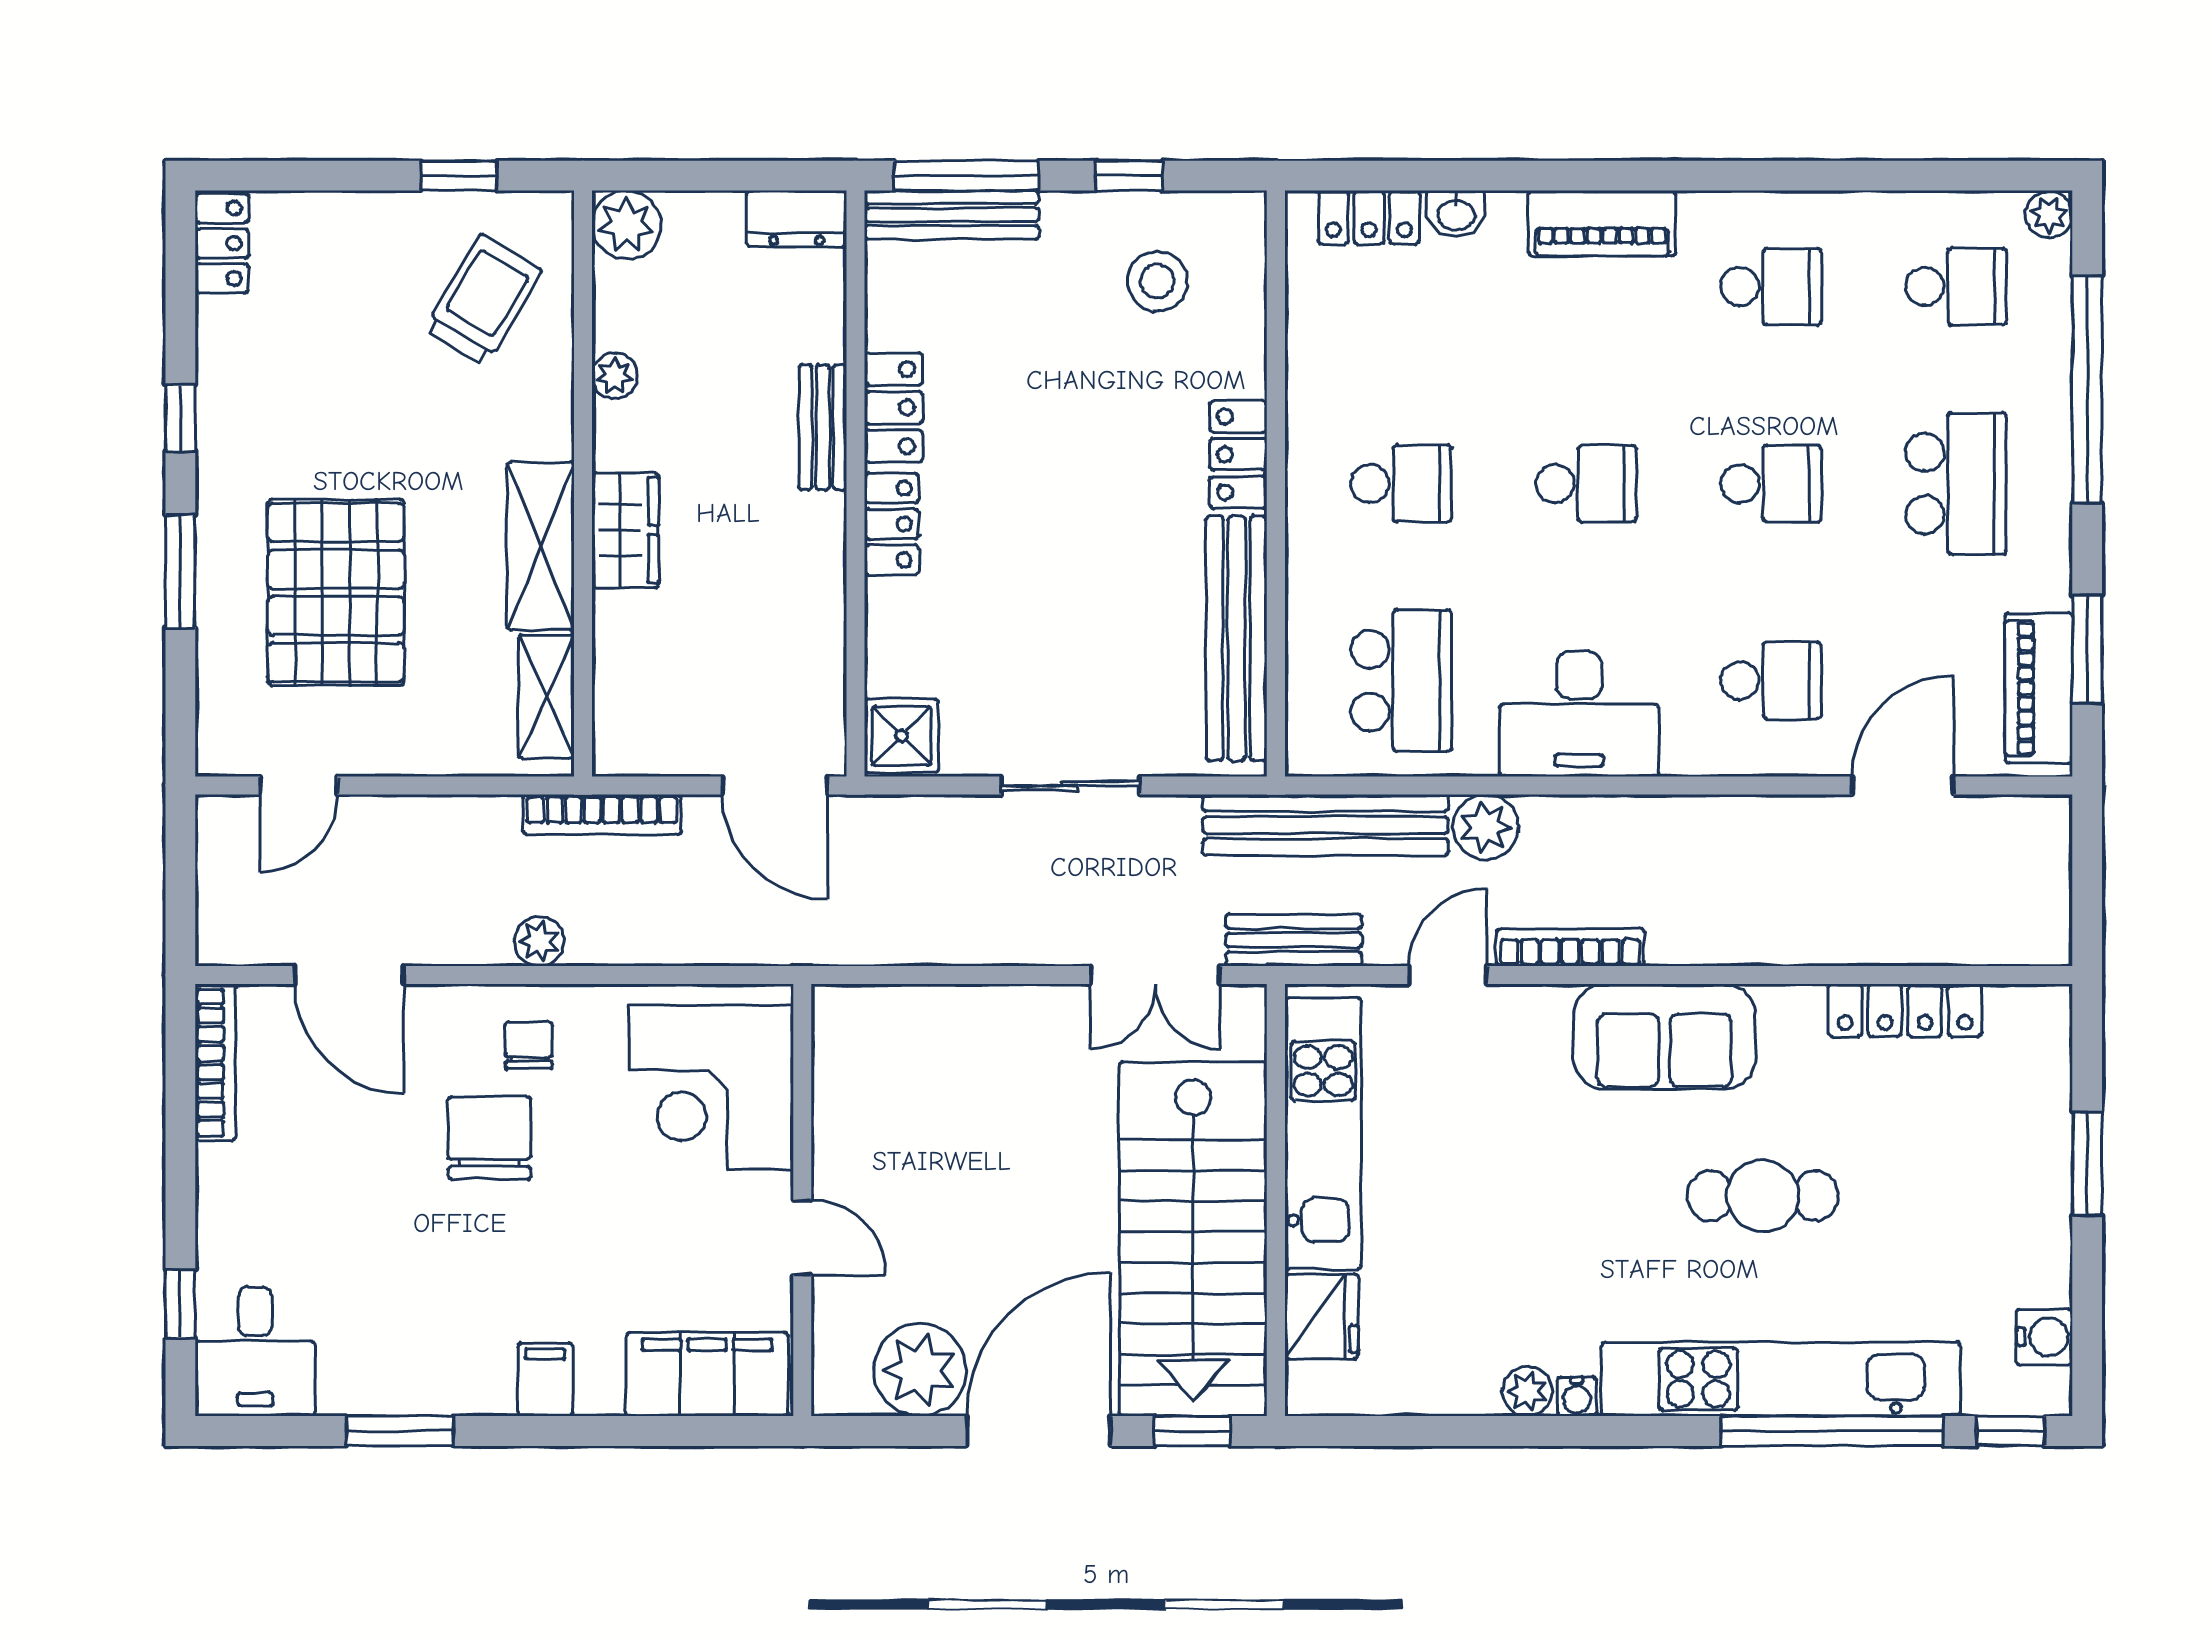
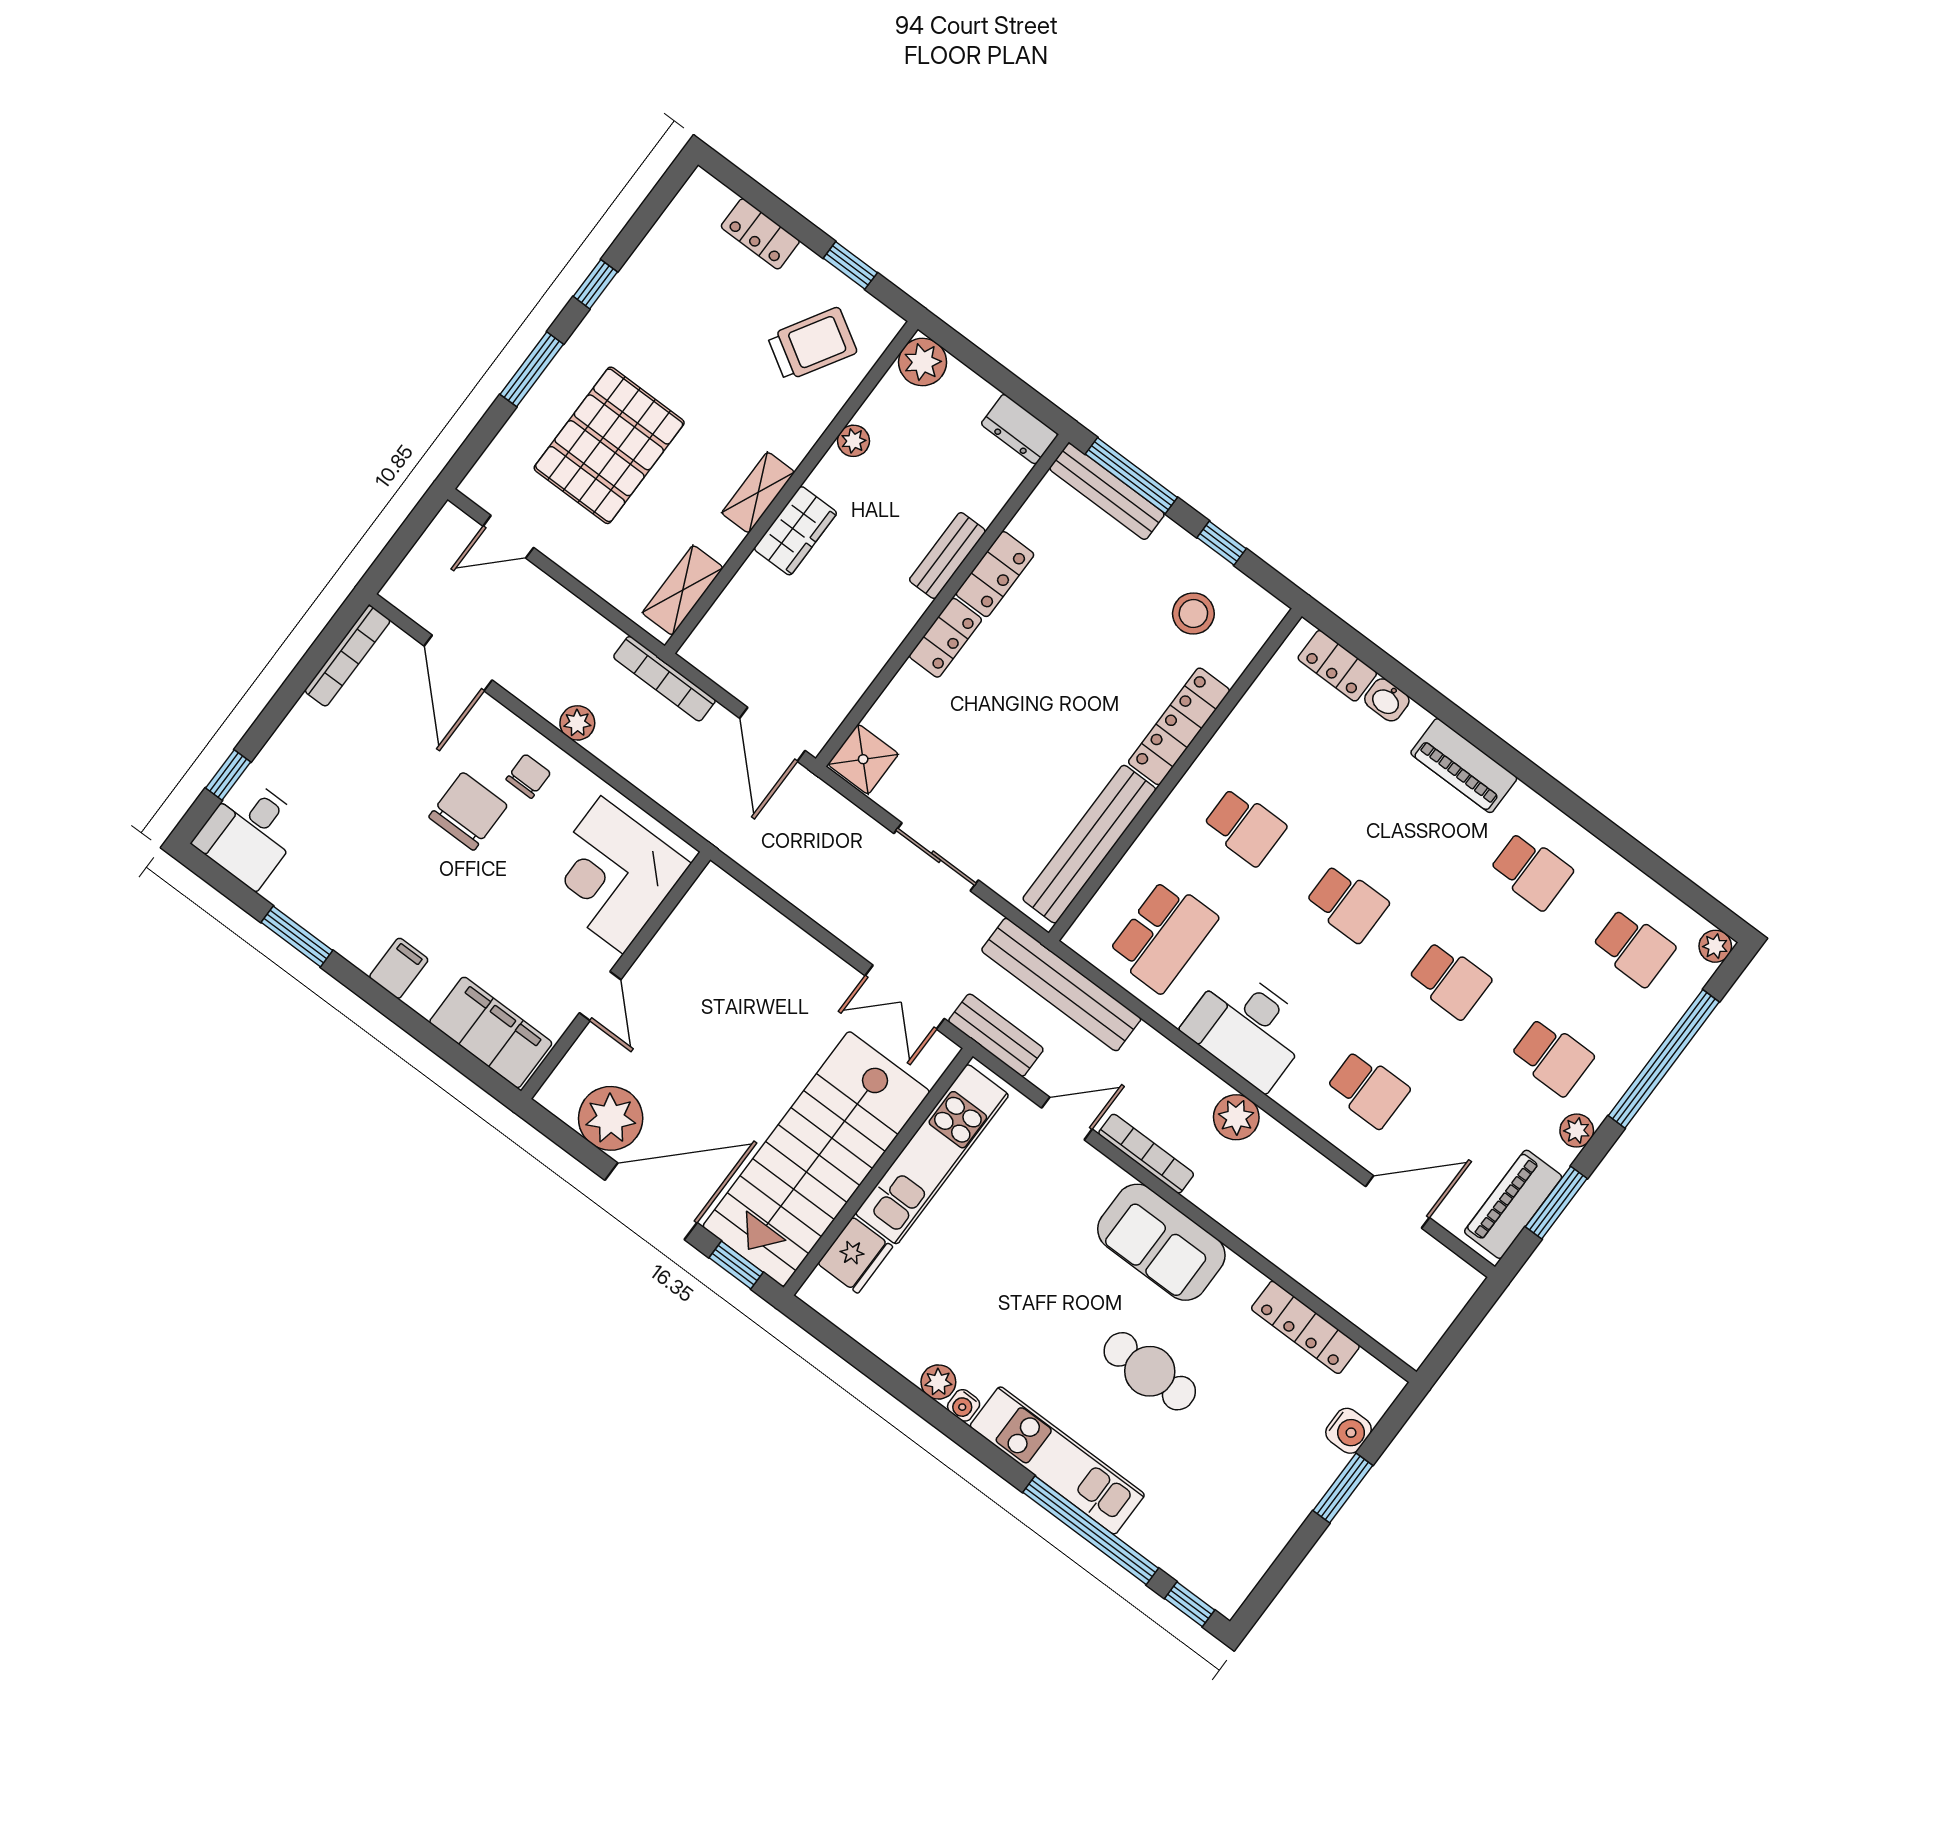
locker: (222, 243) -> (760, 234), moved, turned 90
locker: (1238, 454) -> (1179, 726), width x1.53
school desk: (1956, 484) -> (1552, 1057), width x0.54
shelving: (541, 546) -> (758, 493), width x0.67, depth x0.75
plant: (2048, 548) -> (1577, 1131), added
plant: (1486, 827) -> (1236, 1117), moved
water cooler: (2044, 1337) -> (1349, 1431), moved
kitchen unit: (1781, 1379) -> (1057, 1460), width x0.73

